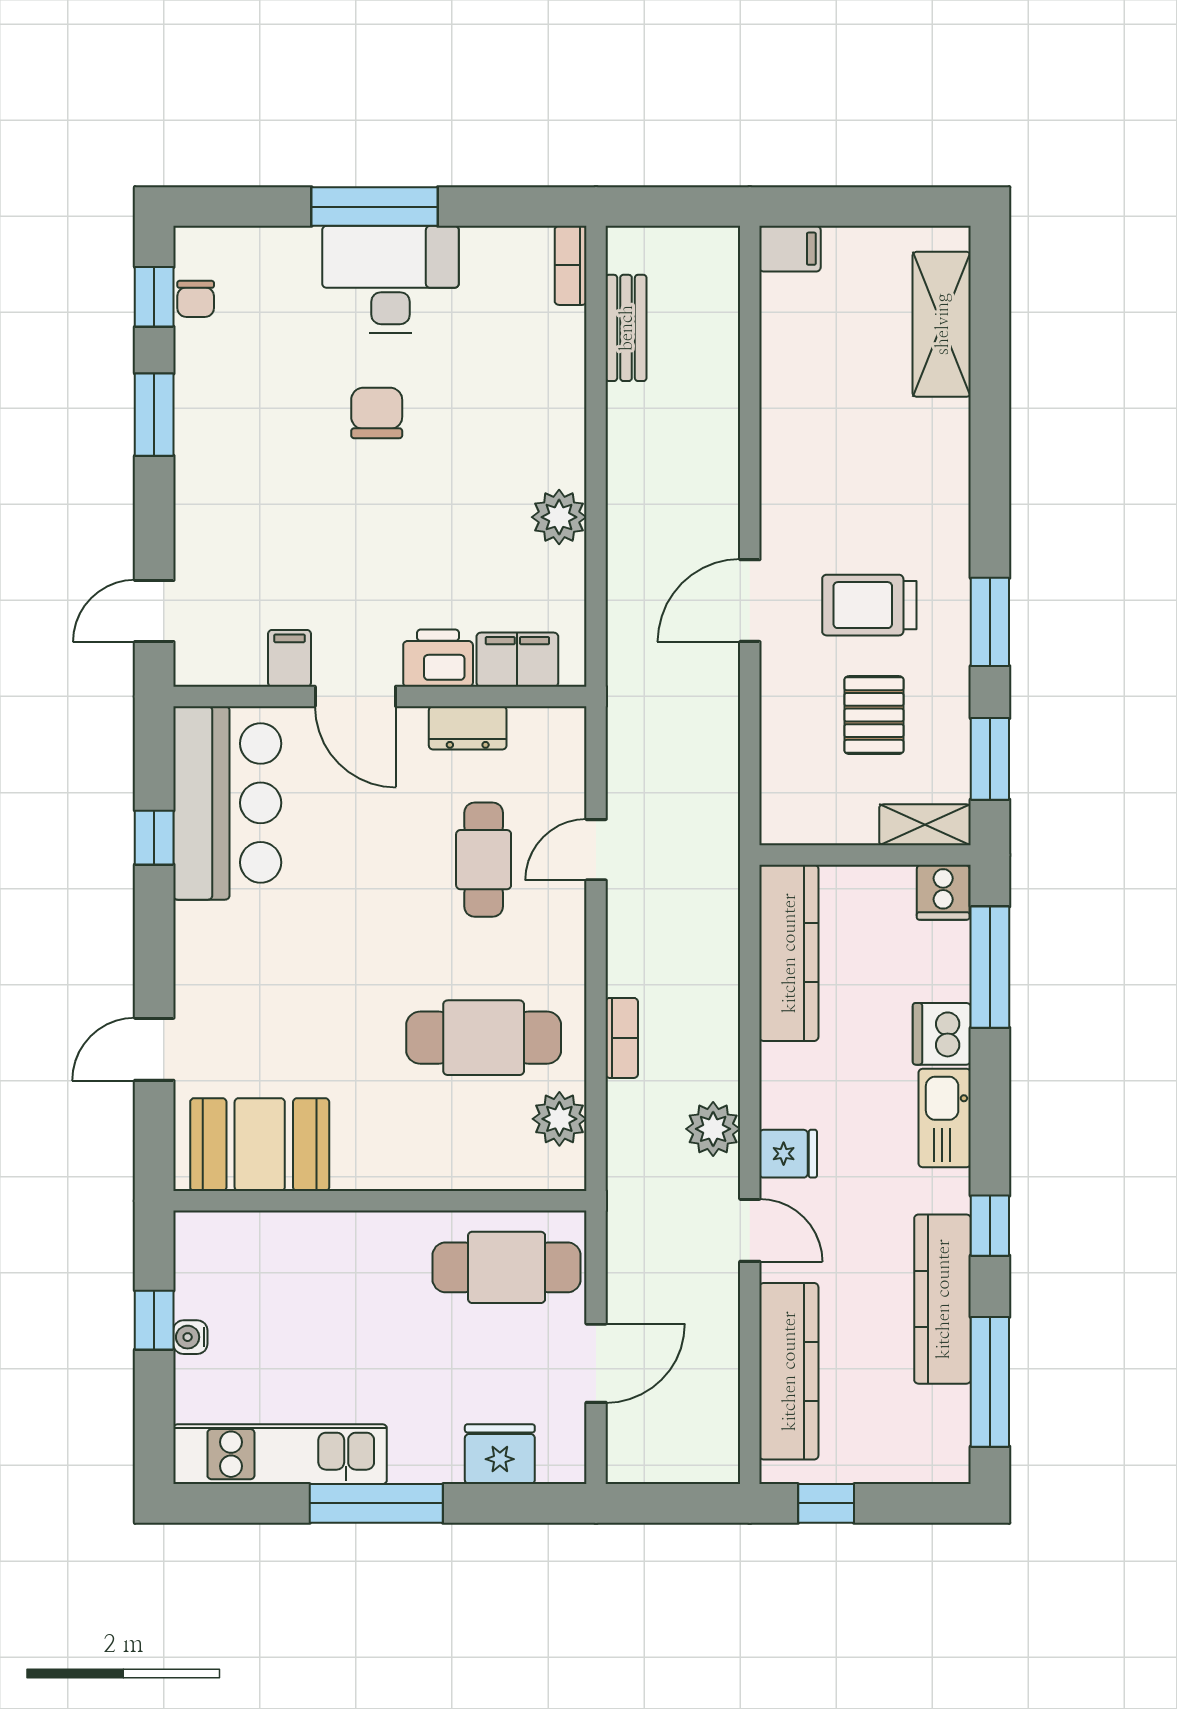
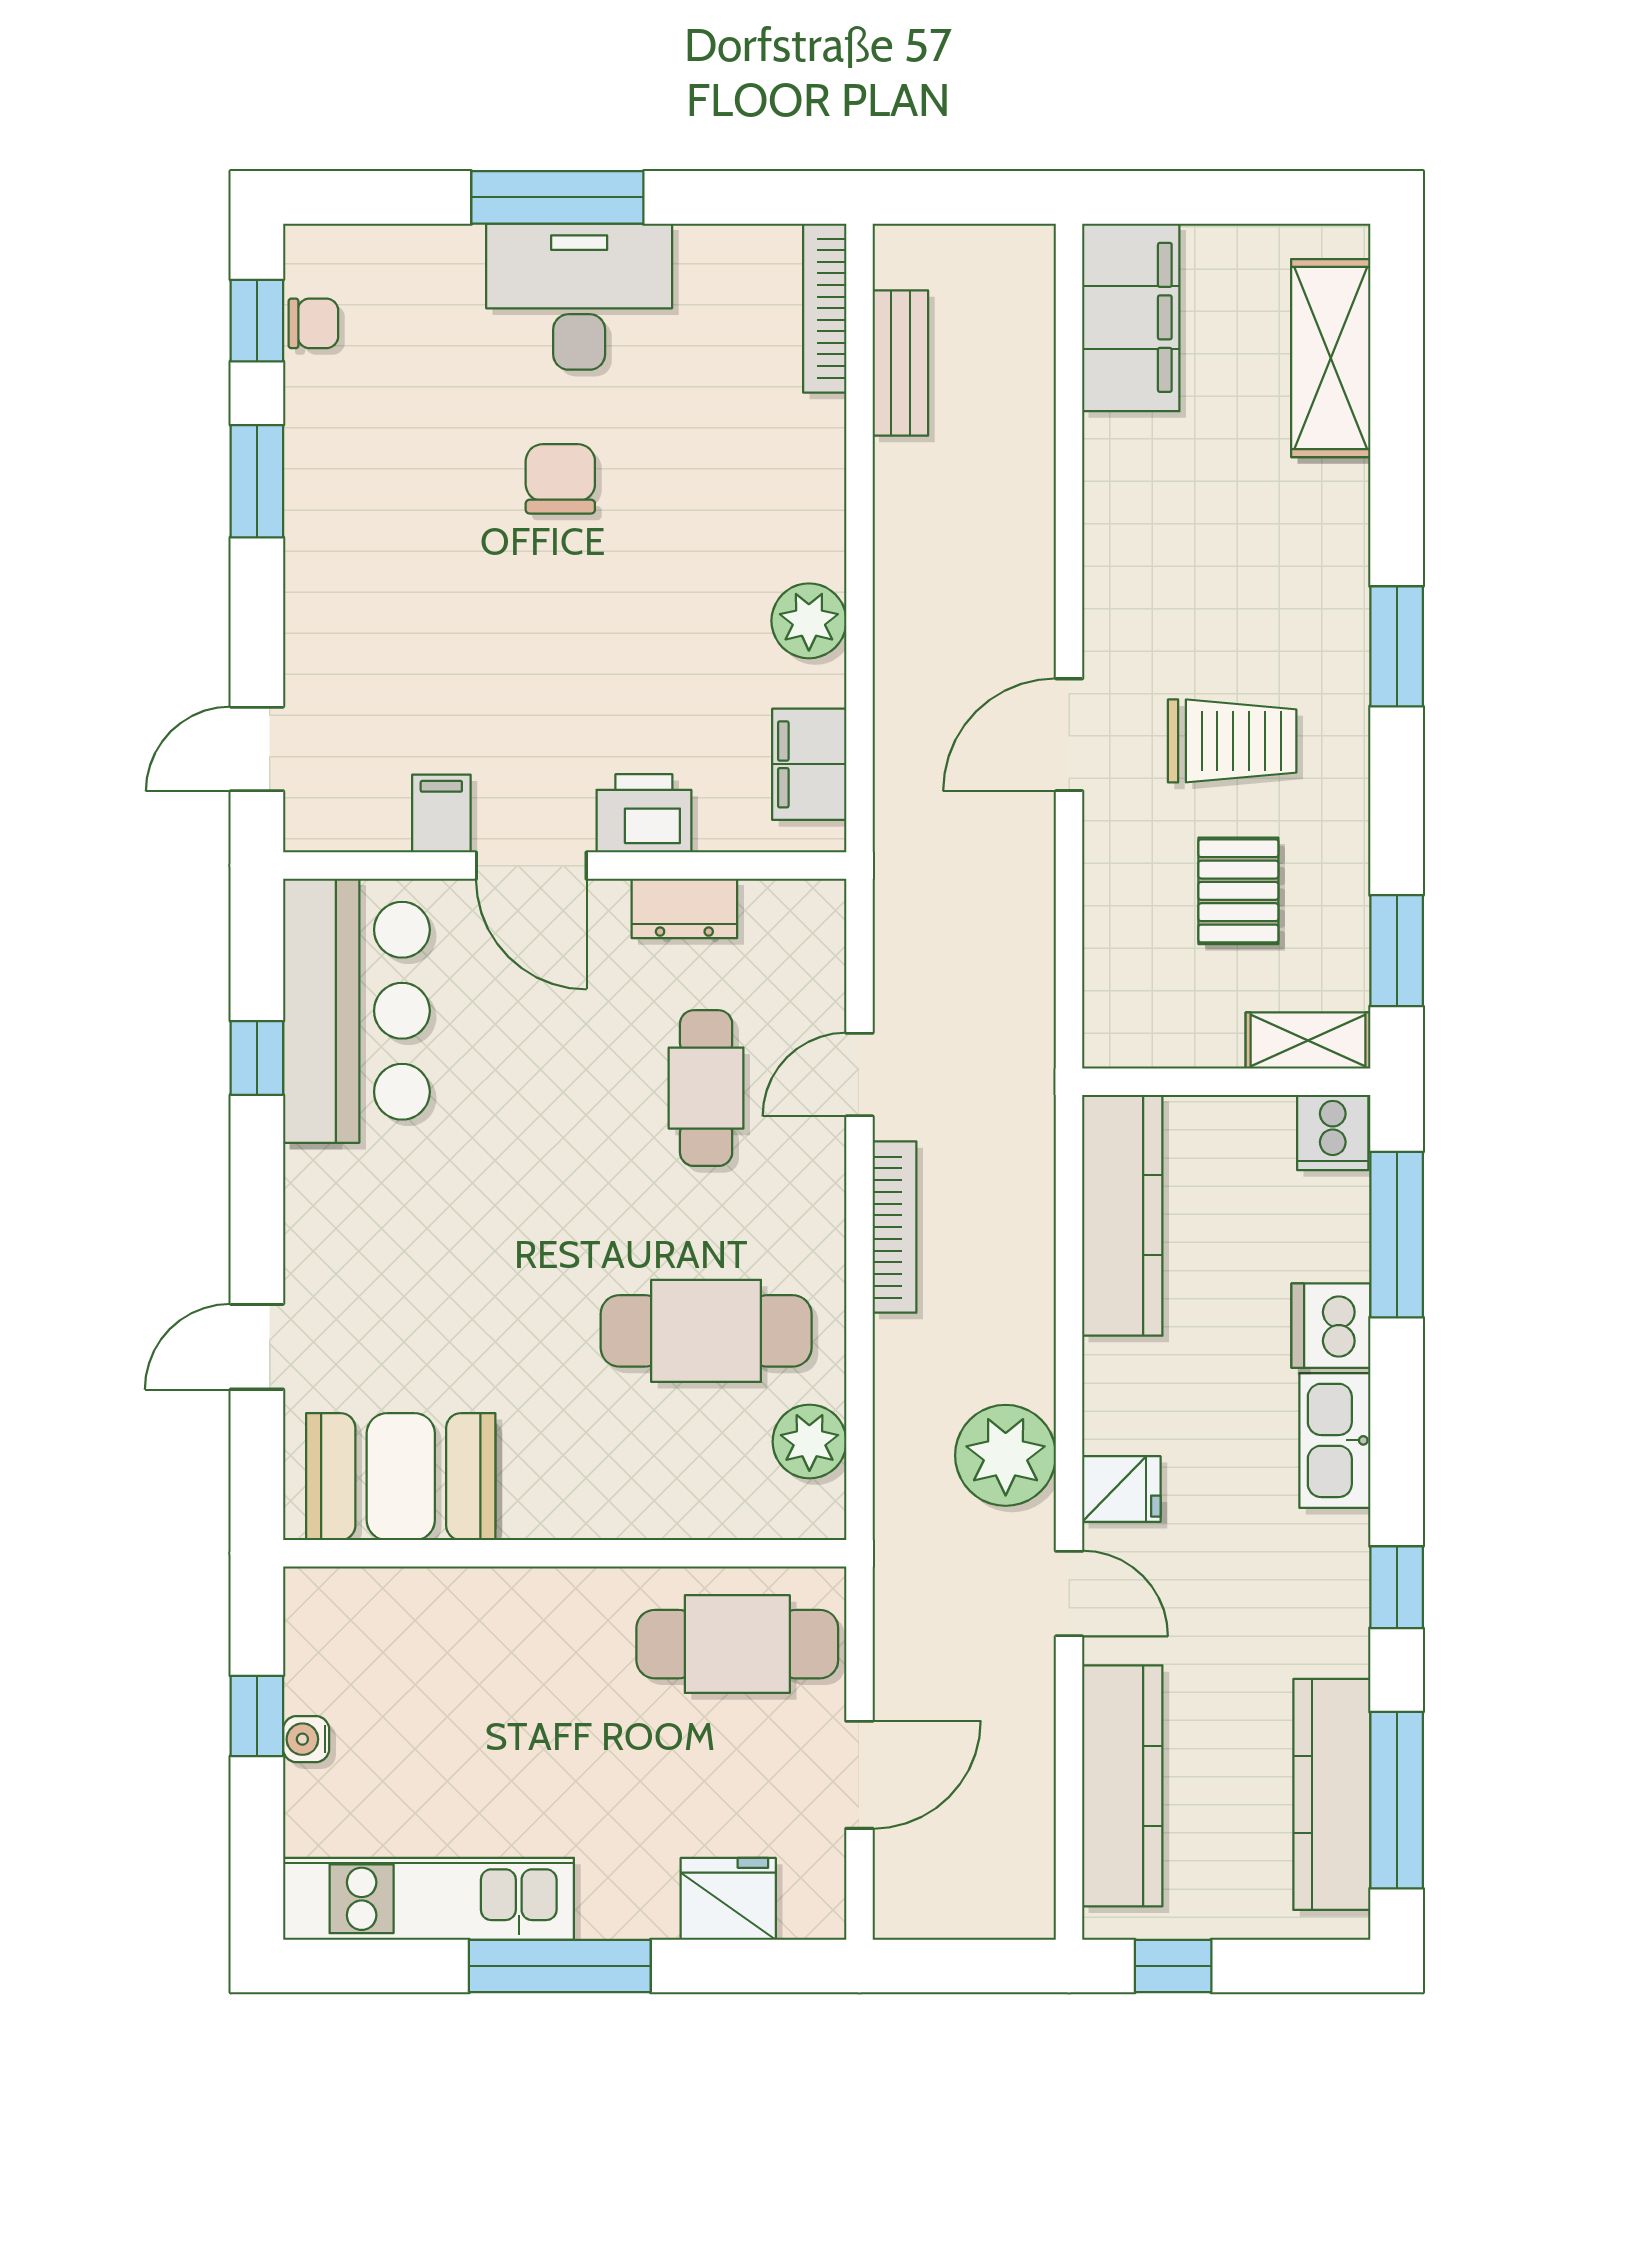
filing cabinet: (790, 249) -> (1131, 317), width x3.00, depth x1.17
bookcase: (571, 265) -> (825, 308), width x1.56
chair: (196, 299) -> (313, 323), turned -90
trolley: (869, 605) -> (1232, 741), turned 180
window: (990, 622) -> (1397, 646), moved
filing cabinet: (517, 660) -> (809, 764), moved, turned -90
bookcase: (622, 1038) -> (894, 1227), moved, width x1.56
plant: (713, 1129) -> (1006, 1455), width x1.36, depth x1.36
kitchen counter: (943, 1299) -> (1332, 1794), moved

